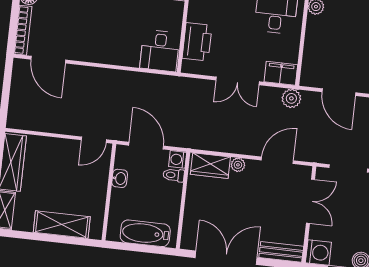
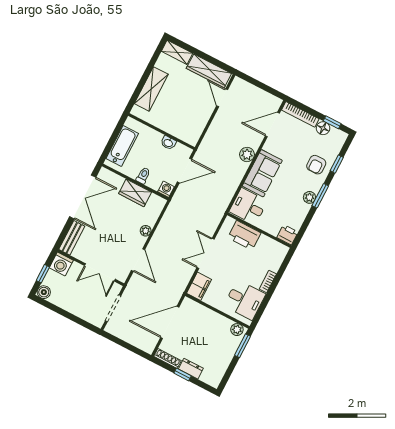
sofa: (113, 49) -> (262, 173), added
door: (339, 92) -> (170, 322), width x1.36
plant: (291, 98) -> (247, 154), moved
door: (94, 140) -> (222, 98), moved
wardrobe: (210, 166) -> (135, 193), moved, turned -90
toilet: (174, 175) -> (143, 176), moved

